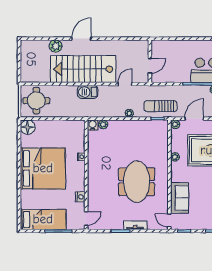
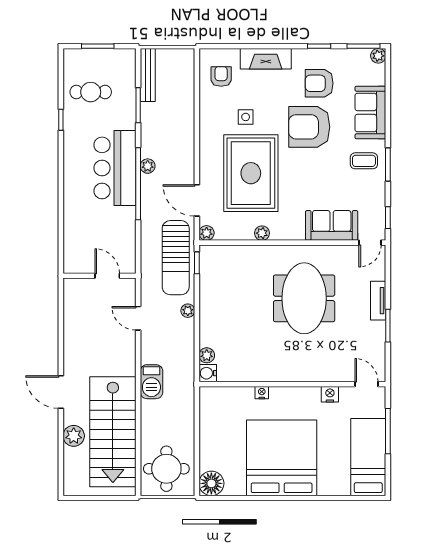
stairs: (83, 69) -> (113, 432), moved
sun lounger: (161, 106) -> (176, 258), width x1.36, depth x1.34
meeting table: (137, 182) -> (304, 298), turned 90

